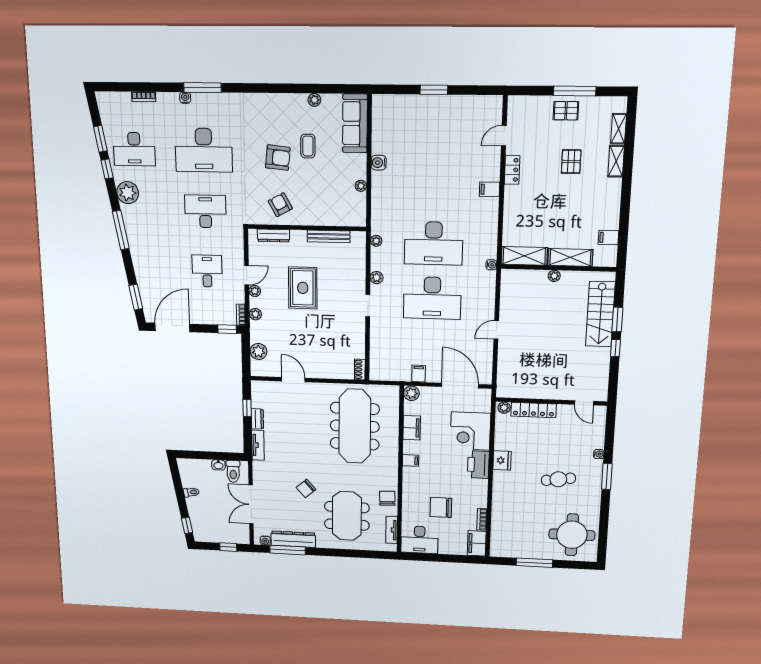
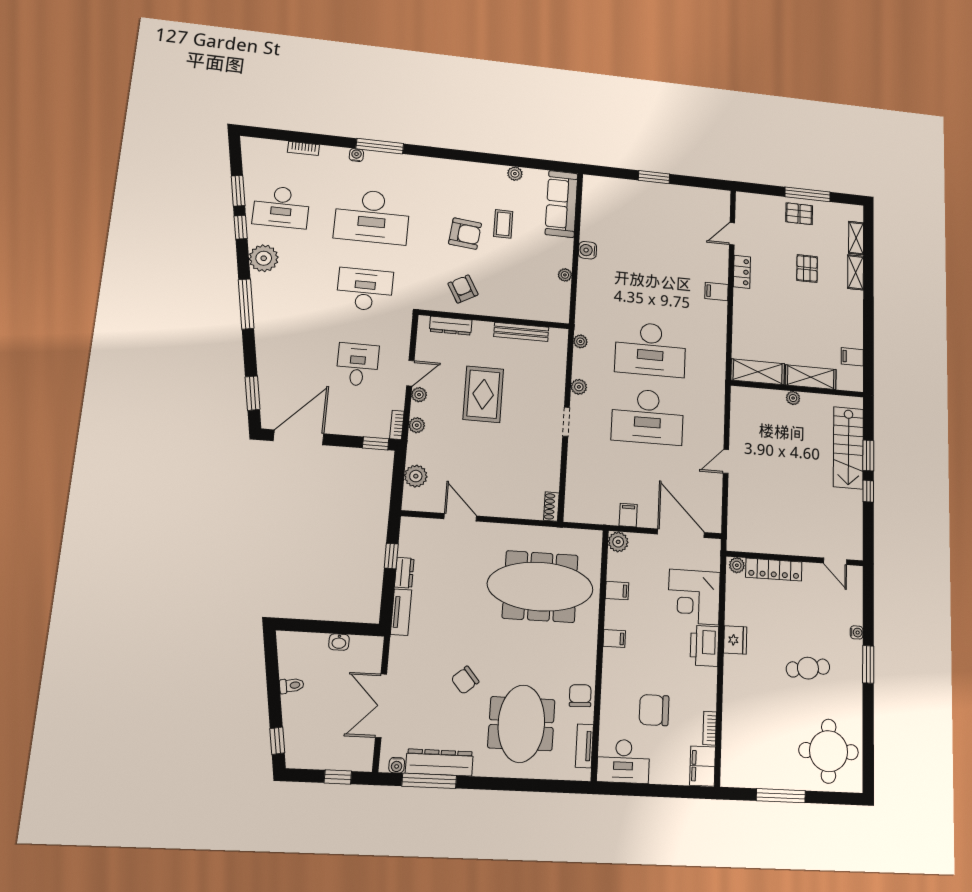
water cooler: (491, 265) -> (719, 380), removed
meeting table: (355, 426) -> (540, 587), turned 90
filing cabinet: (412, 428) -> (617, 591), width x0.50
toilet: (233, 471) -> (360, 653), removed

